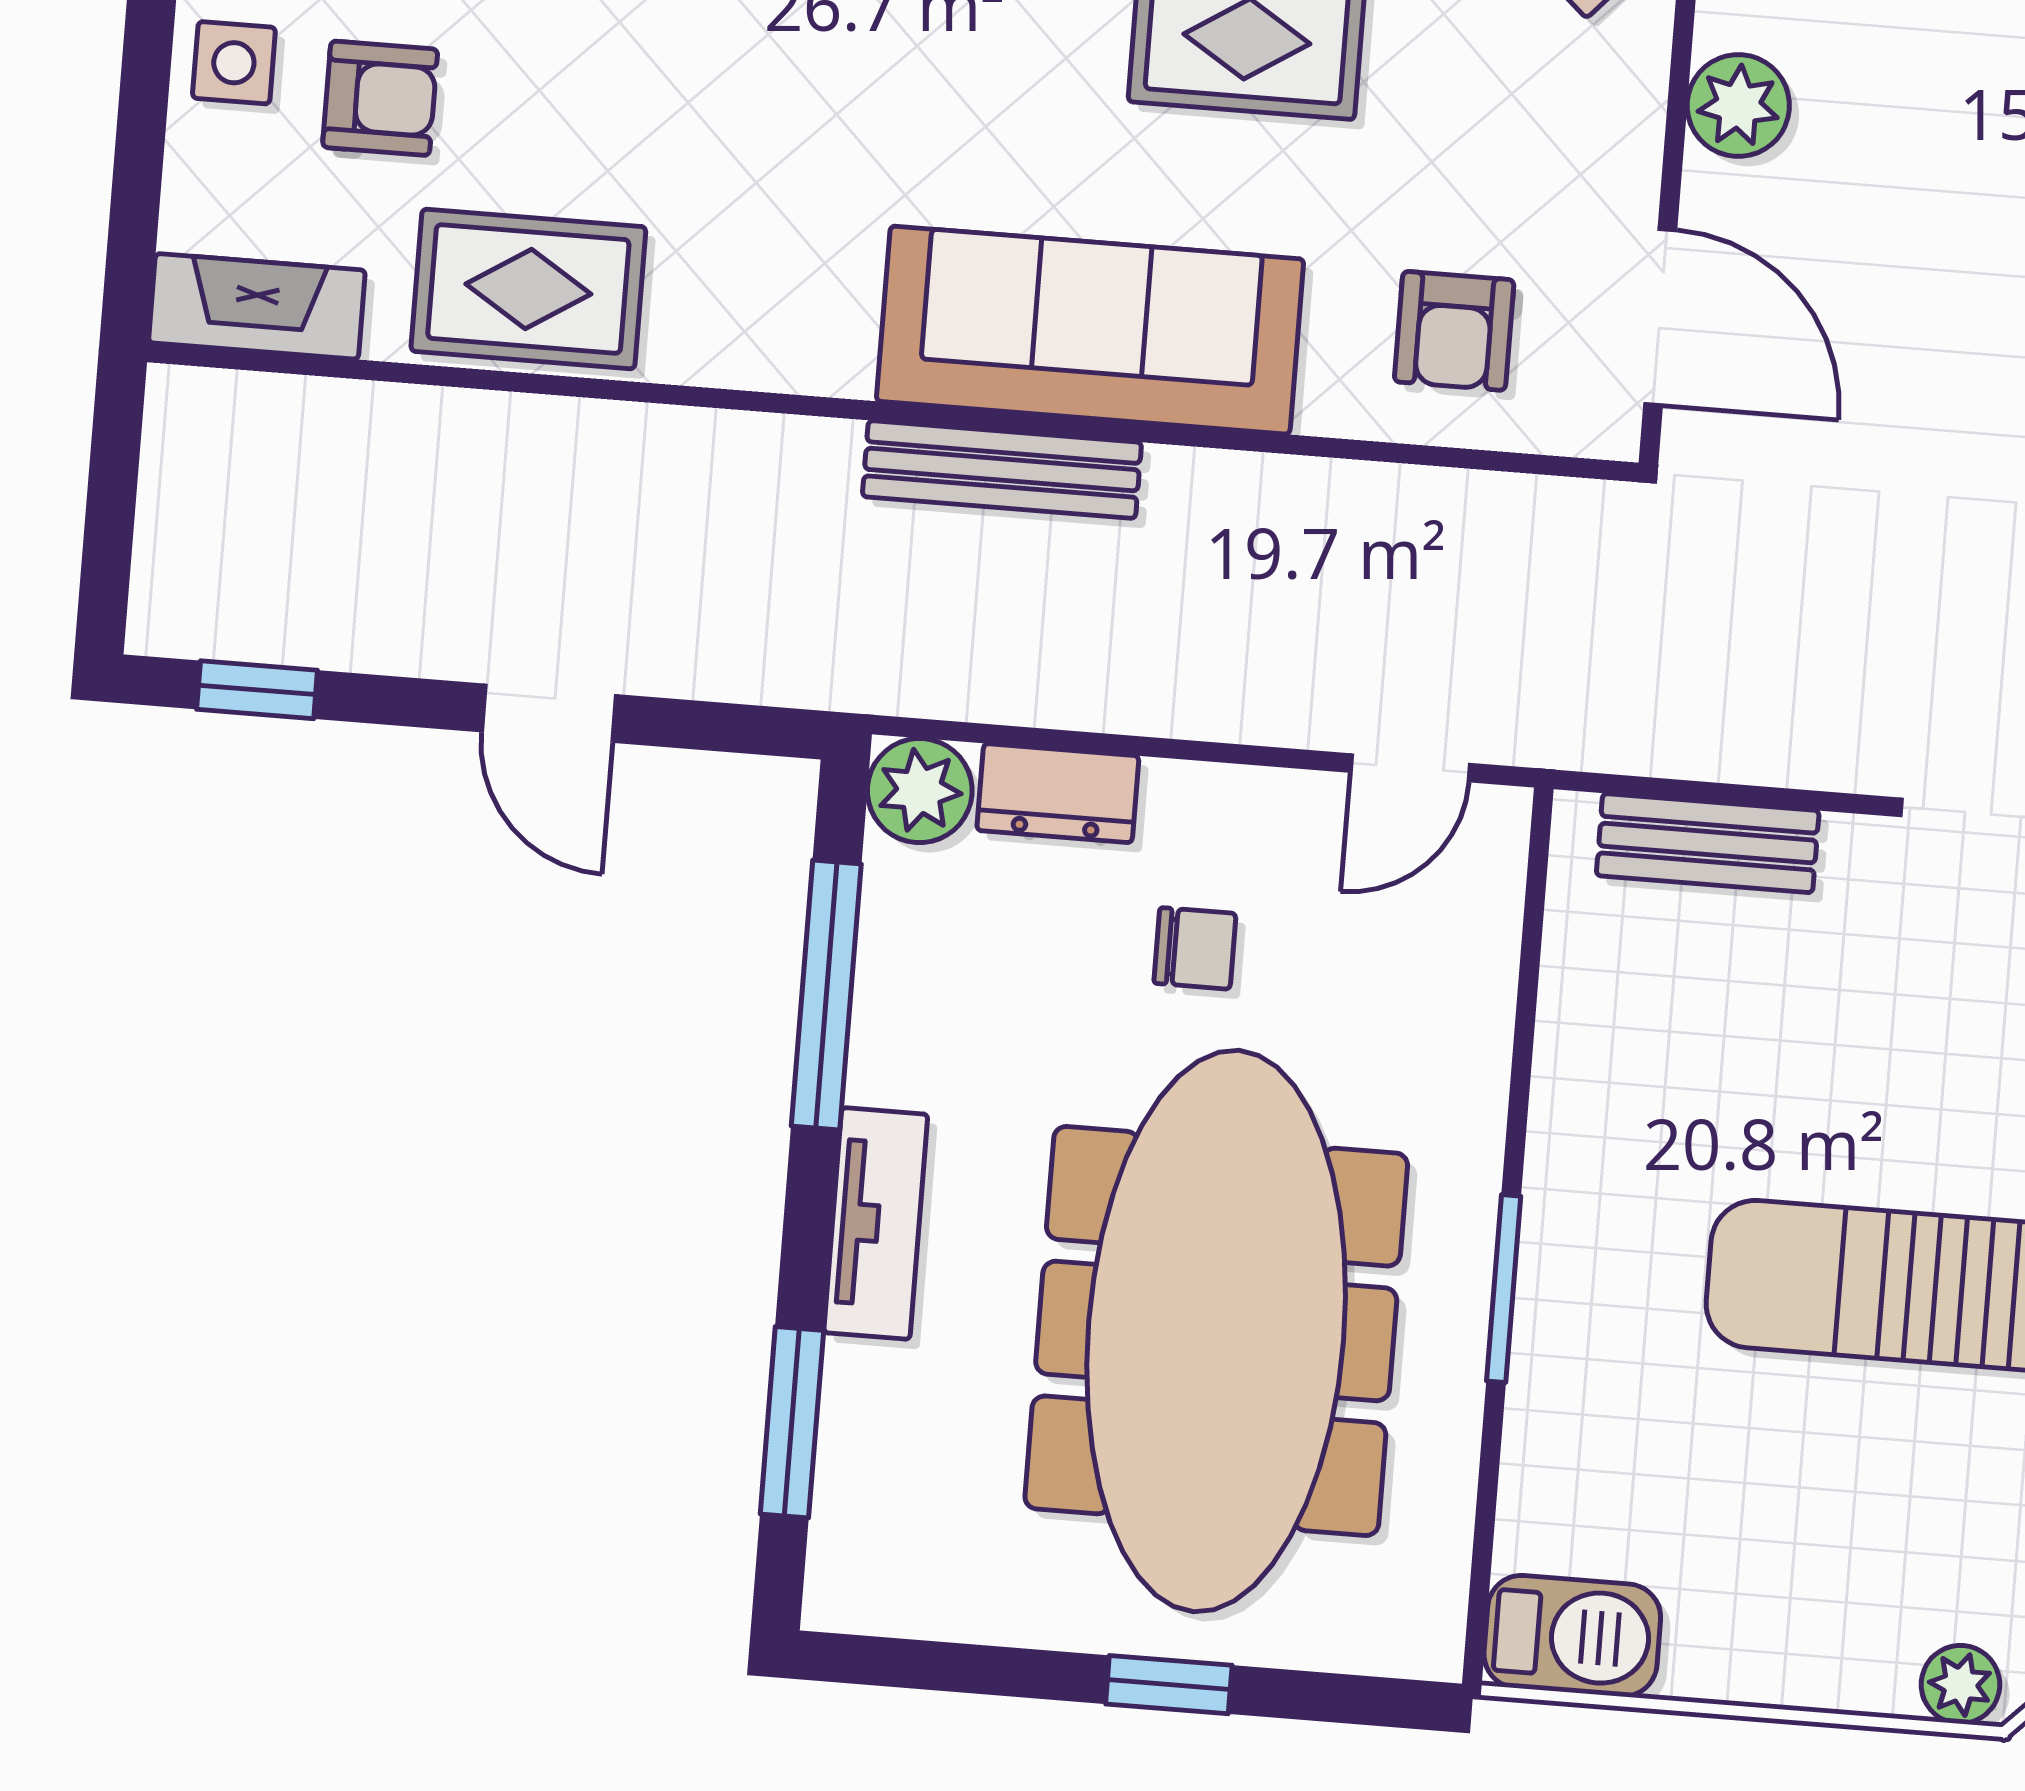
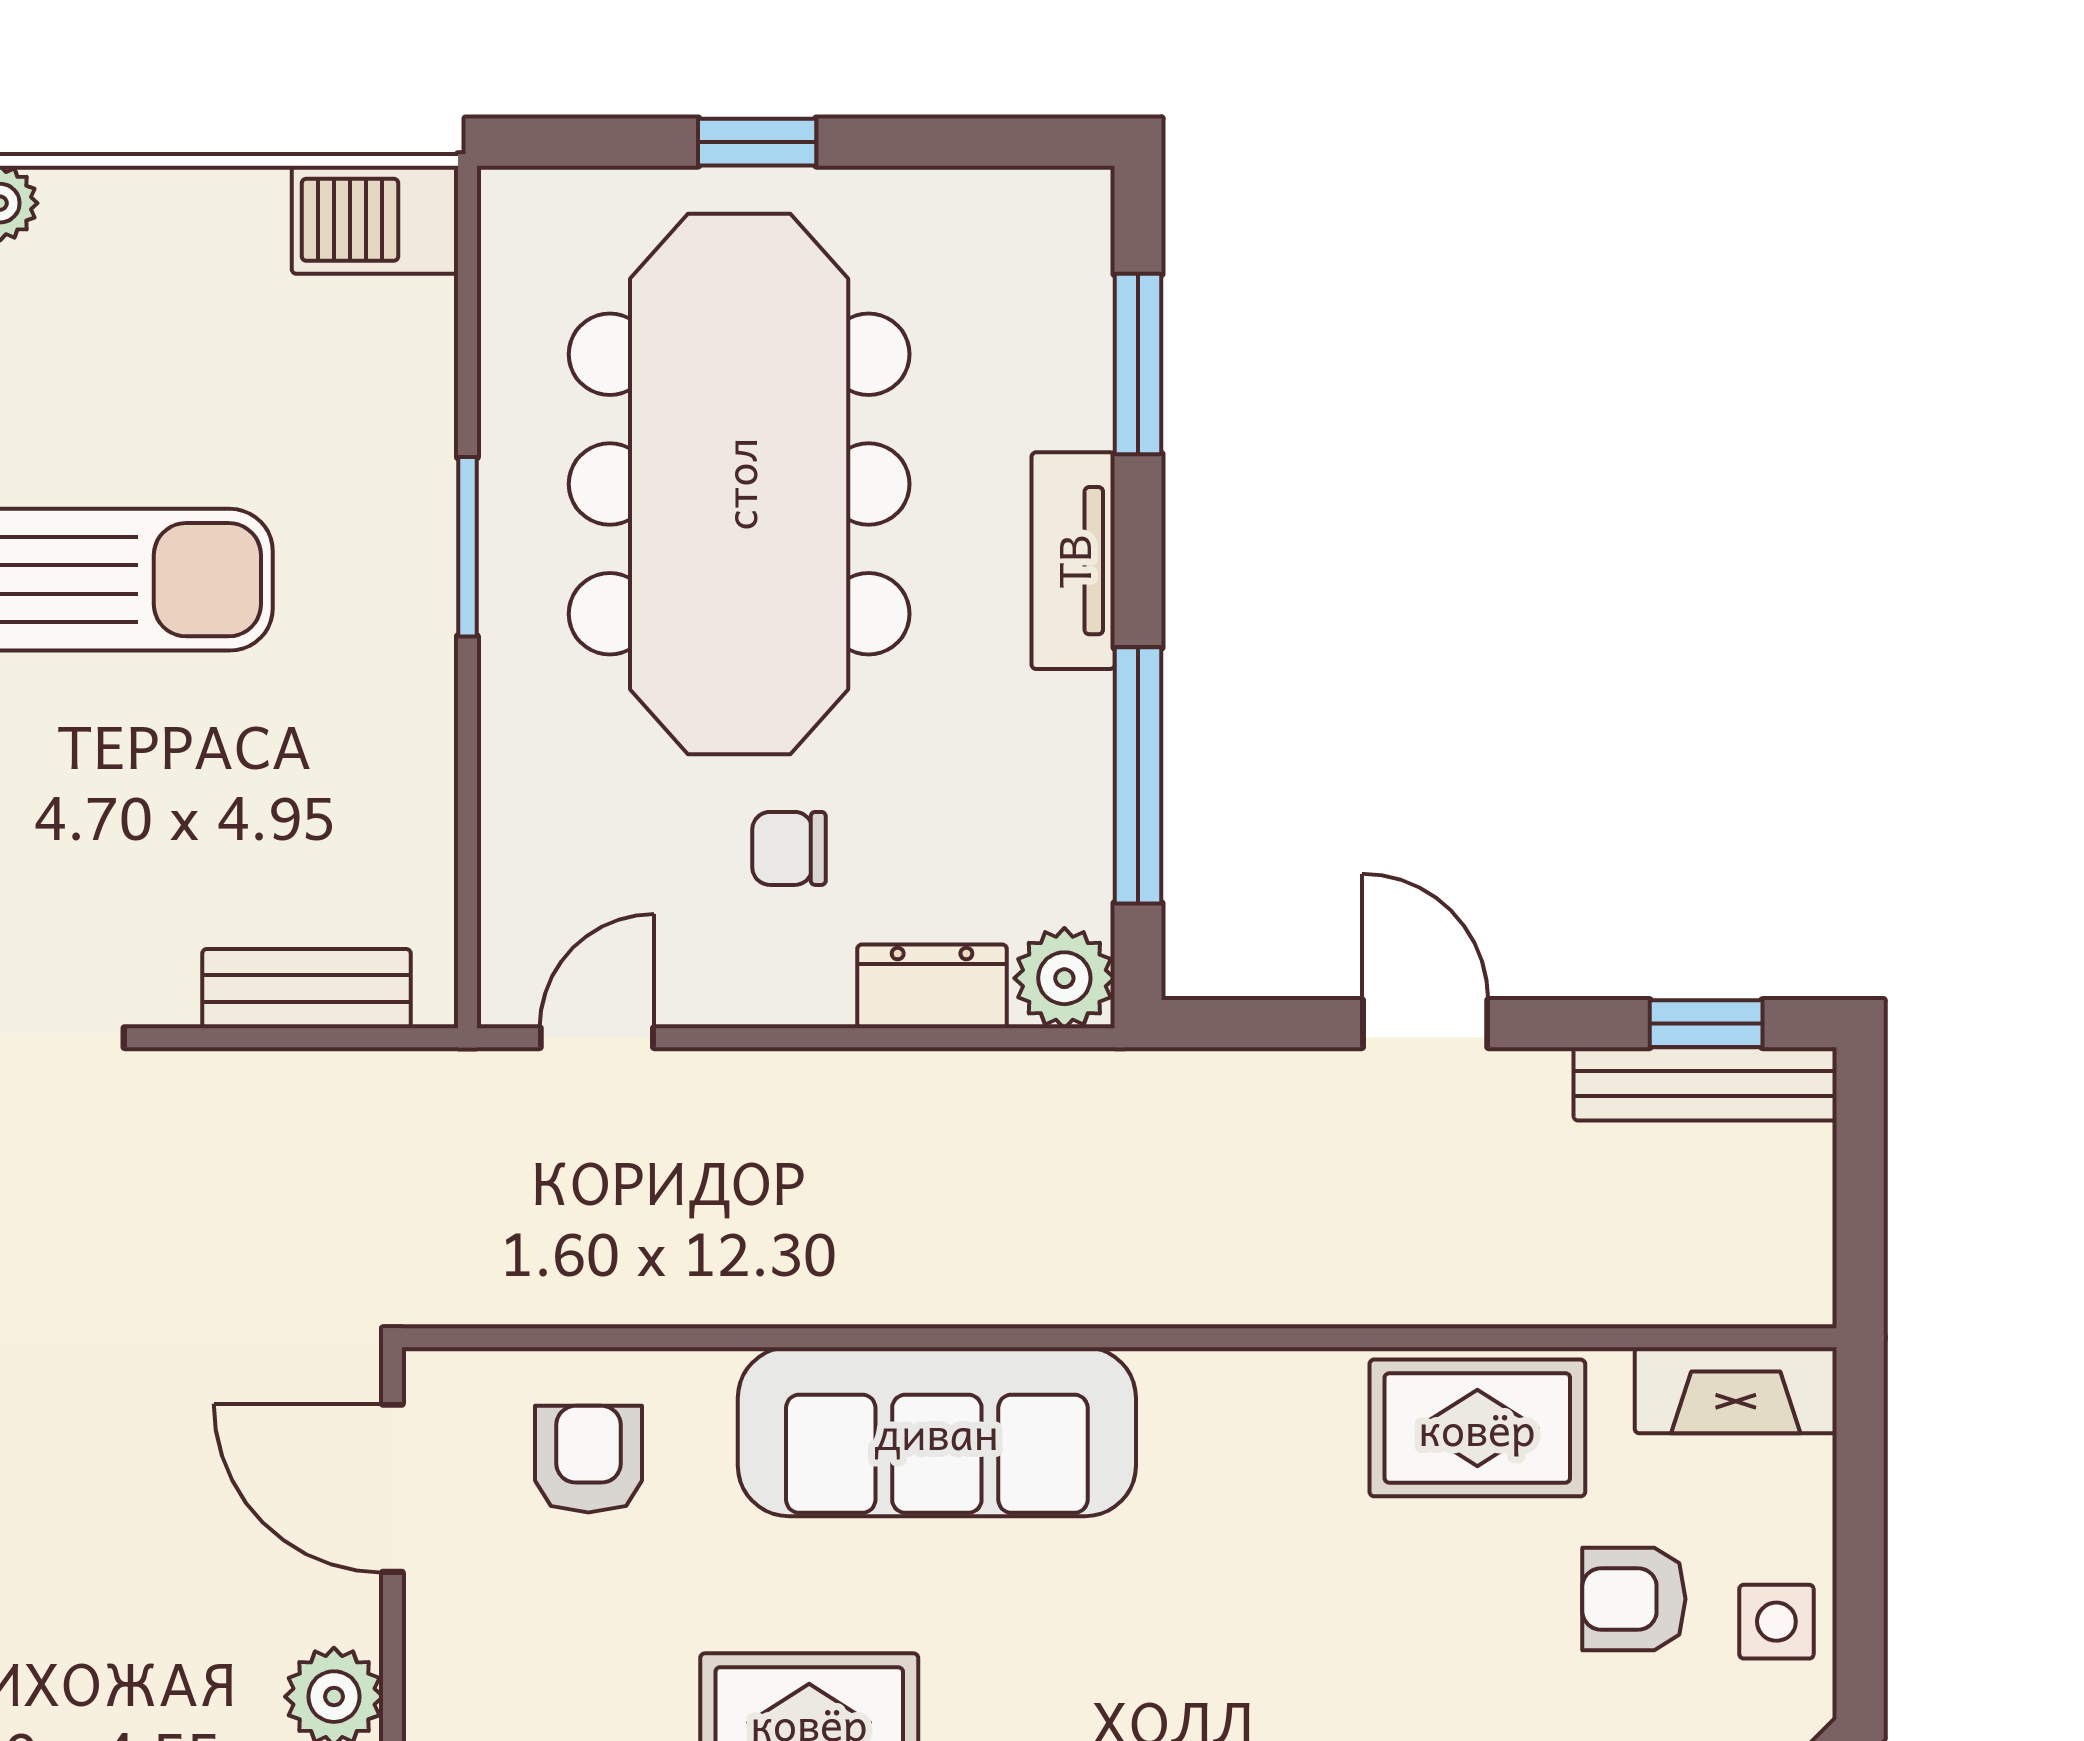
bench: (1002, 470) -> (1705, 1084), moved

